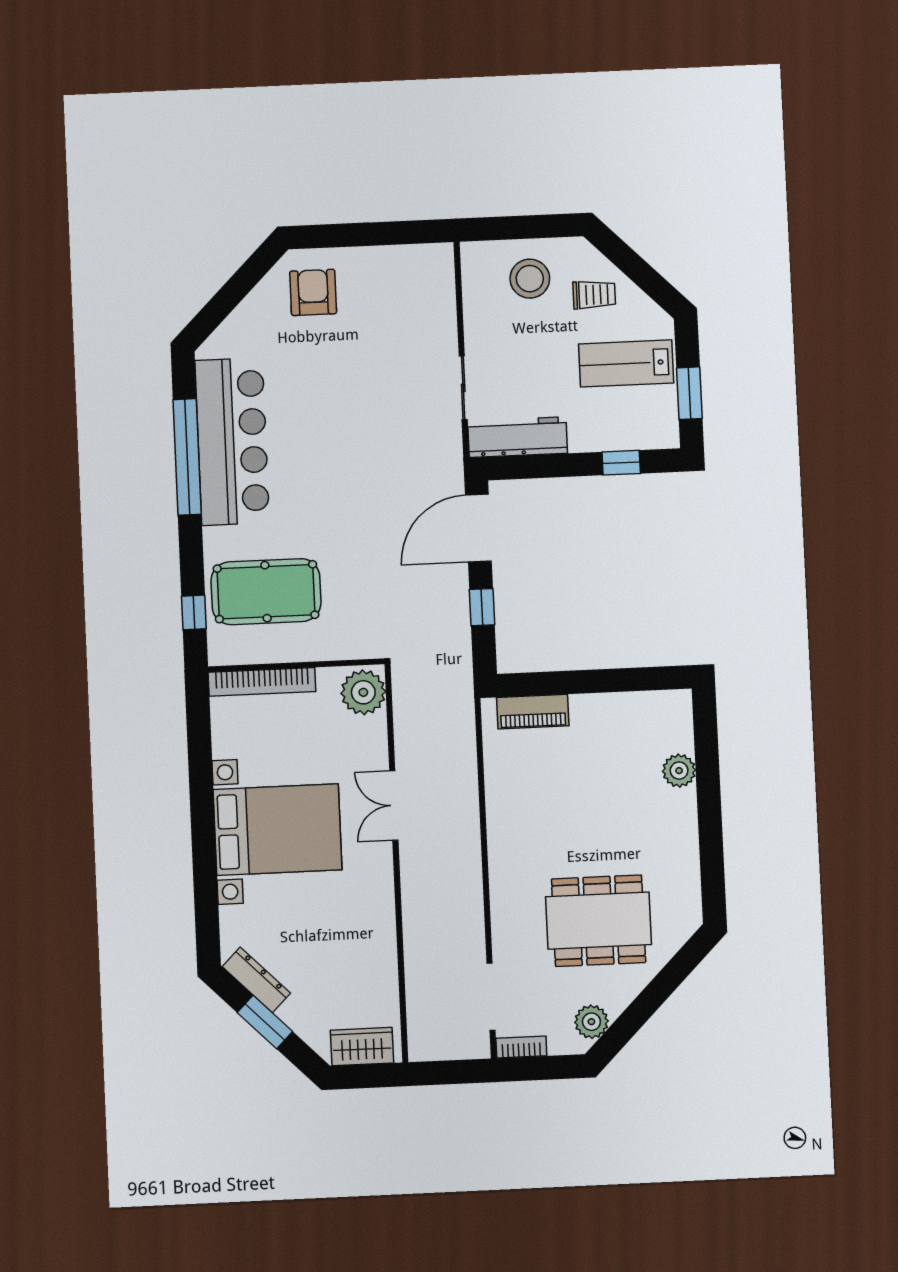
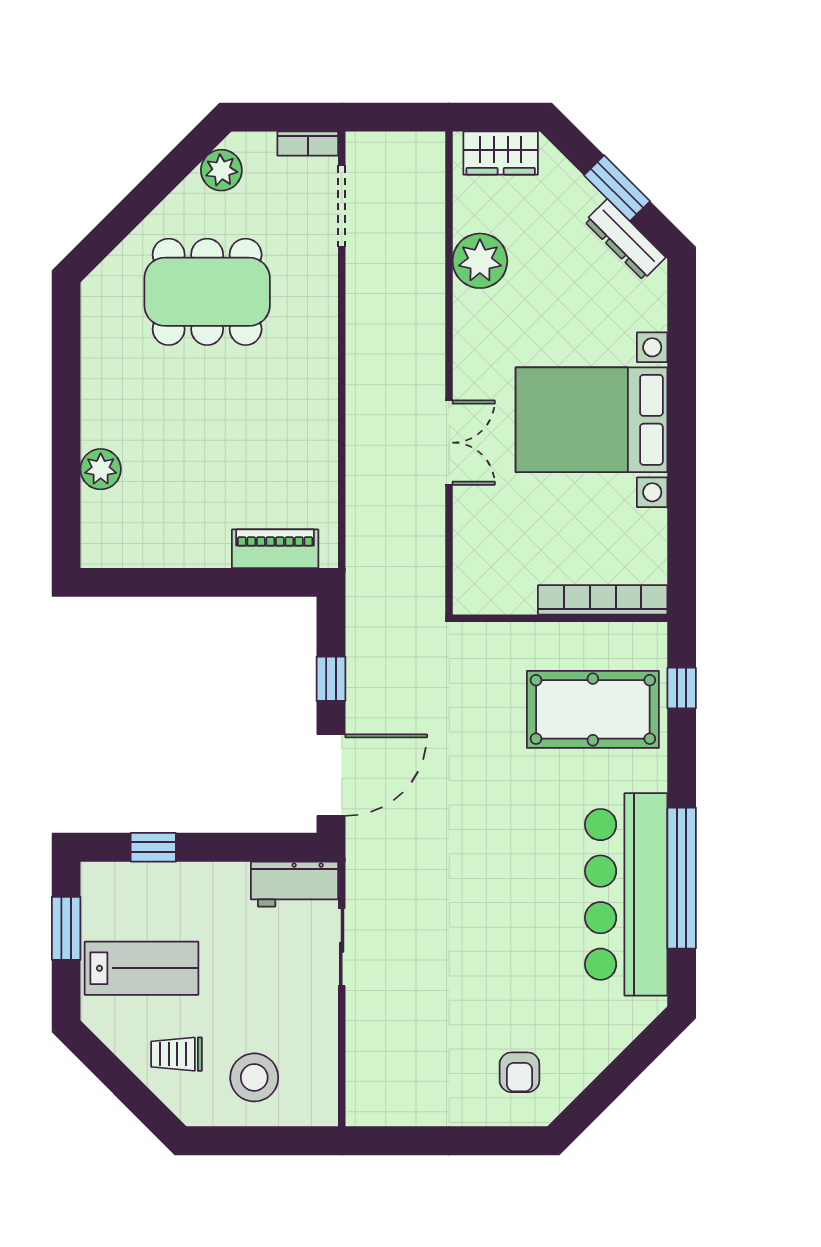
armchair: (313, 292) -> (519, 1072), width x0.72, depth x0.72
workbench: (518, 437) -> (295, 884), width x0.73
plant: (363, 692) -> (480, 261), moved

